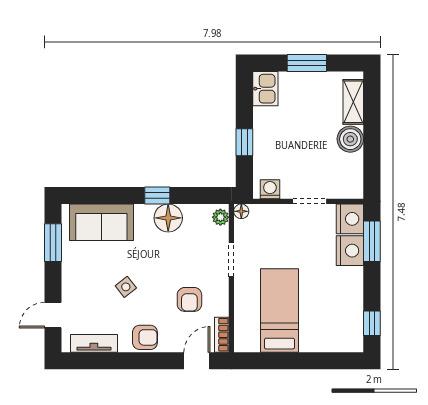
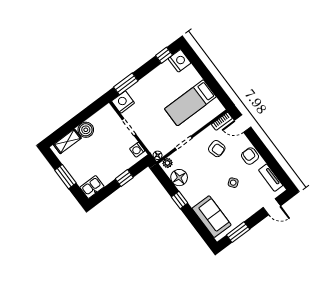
floor lamp: (168, 218) -> (179, 178), moved
nightstand: (350, 251) -> (180, 61), moved, turned 90
armchair: (189, 299) -> (217, 149), turned 74

